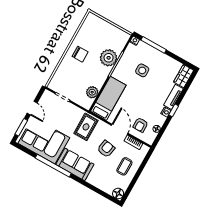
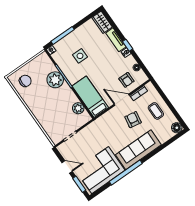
chair: (80, 54) -> (25, 81), moved
rug: (86, 127) -> (106, 128), removed
sofa: (75, 164) -> (138, 150), width x1.36

